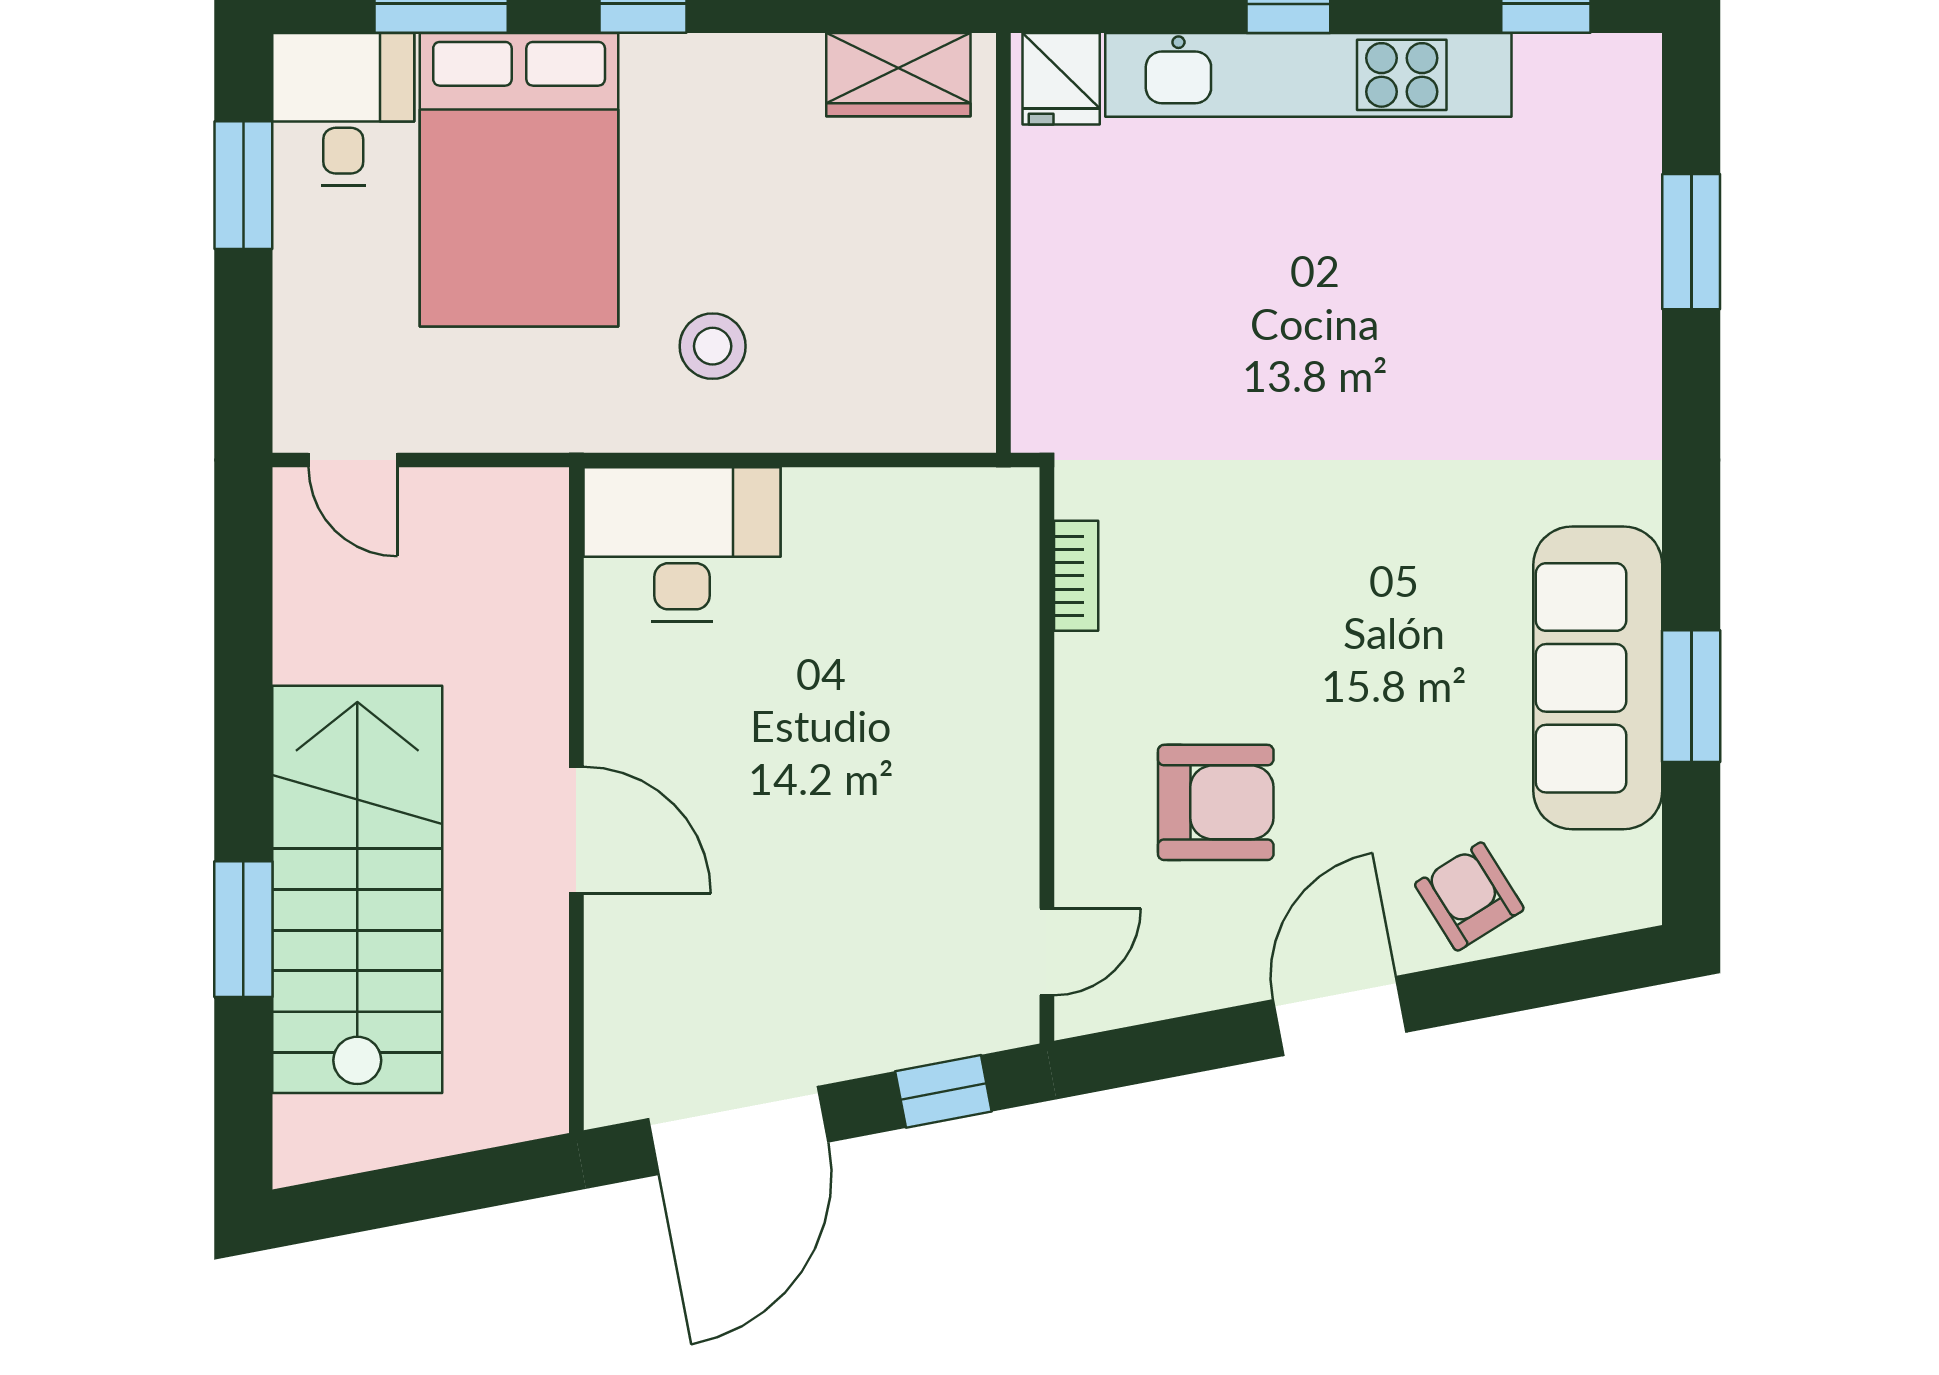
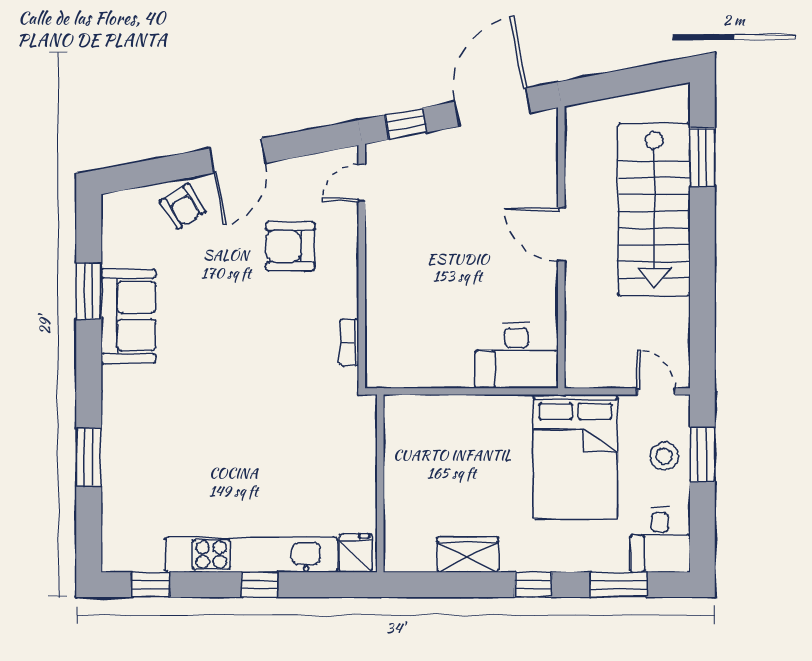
wardrobe: (898, 75) -> (468, 555), moved
bed: (519, 180) -> (575, 457), moved, turned 180
window: (243, 185) -> (702, 455), moved
window: (1691, 242) -> (89, 457), moved
stool: (713, 346) -> (664, 456), moved
sofa: (1598, 678) -> (128, 316), width x0.73
window: (243, 929) -> (702, 157), moved

